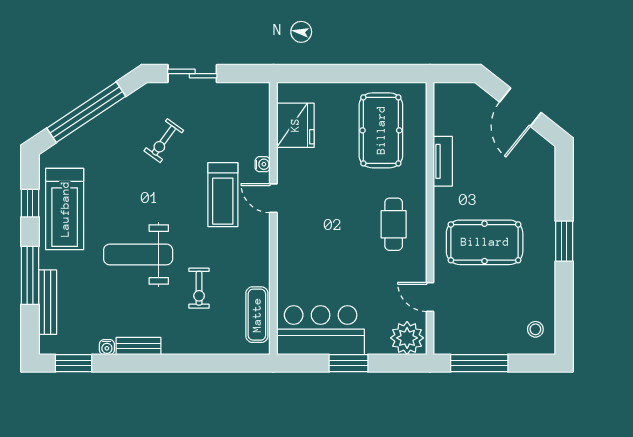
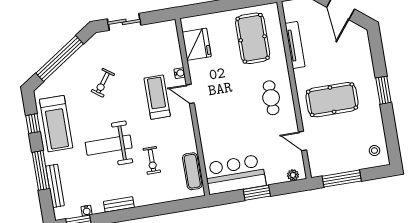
exercise bike: (164, 141) -> (103, 83), moved
tv unit: (443, 161) -> (295, 45), width x1.41
treadmill: (223, 195) -> (157, 97), turned 180
plant: (407, 338) -> (293, 175), width x0.53, depth x0.53
water cooler: (107, 347) -> (87, 211), moved

